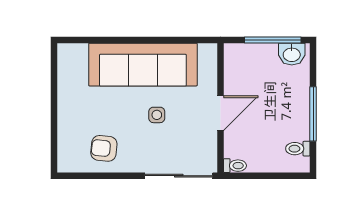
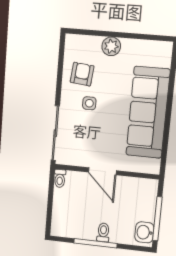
side table: (157, 115) -> (89, 103), moved
plant: (68, 116) -> (111, 46), added
toilet: (298, 149) -> (103, 232), moved

